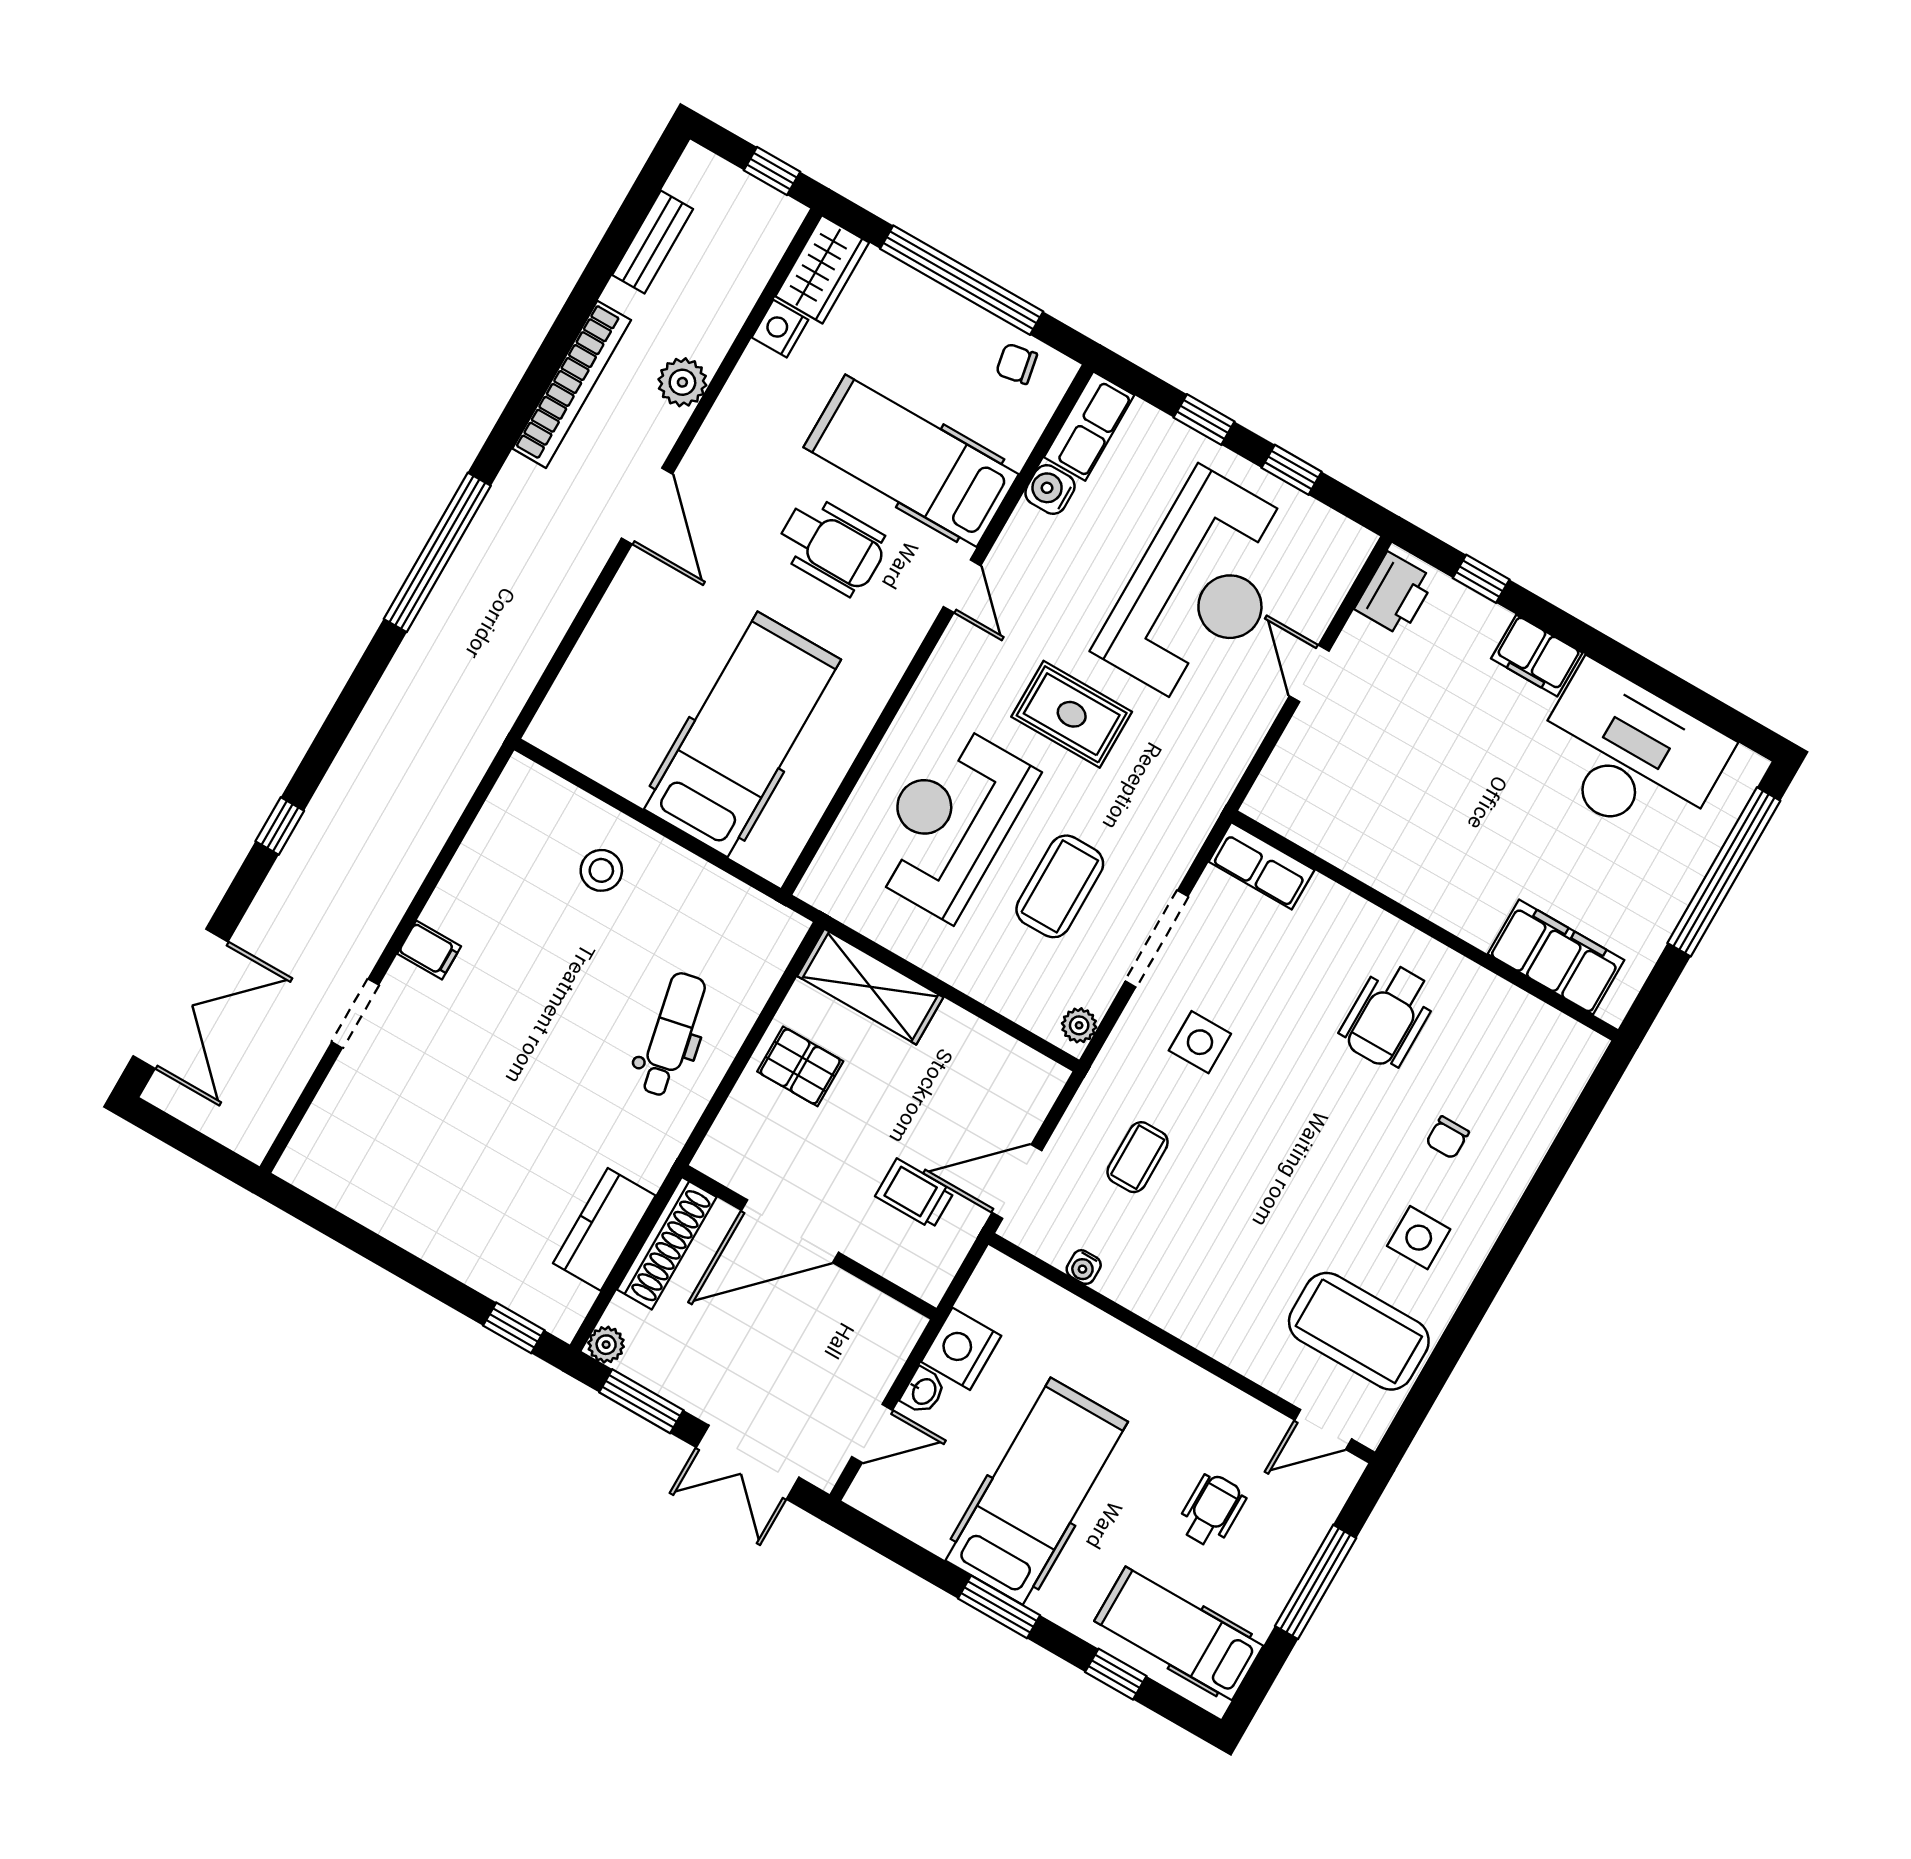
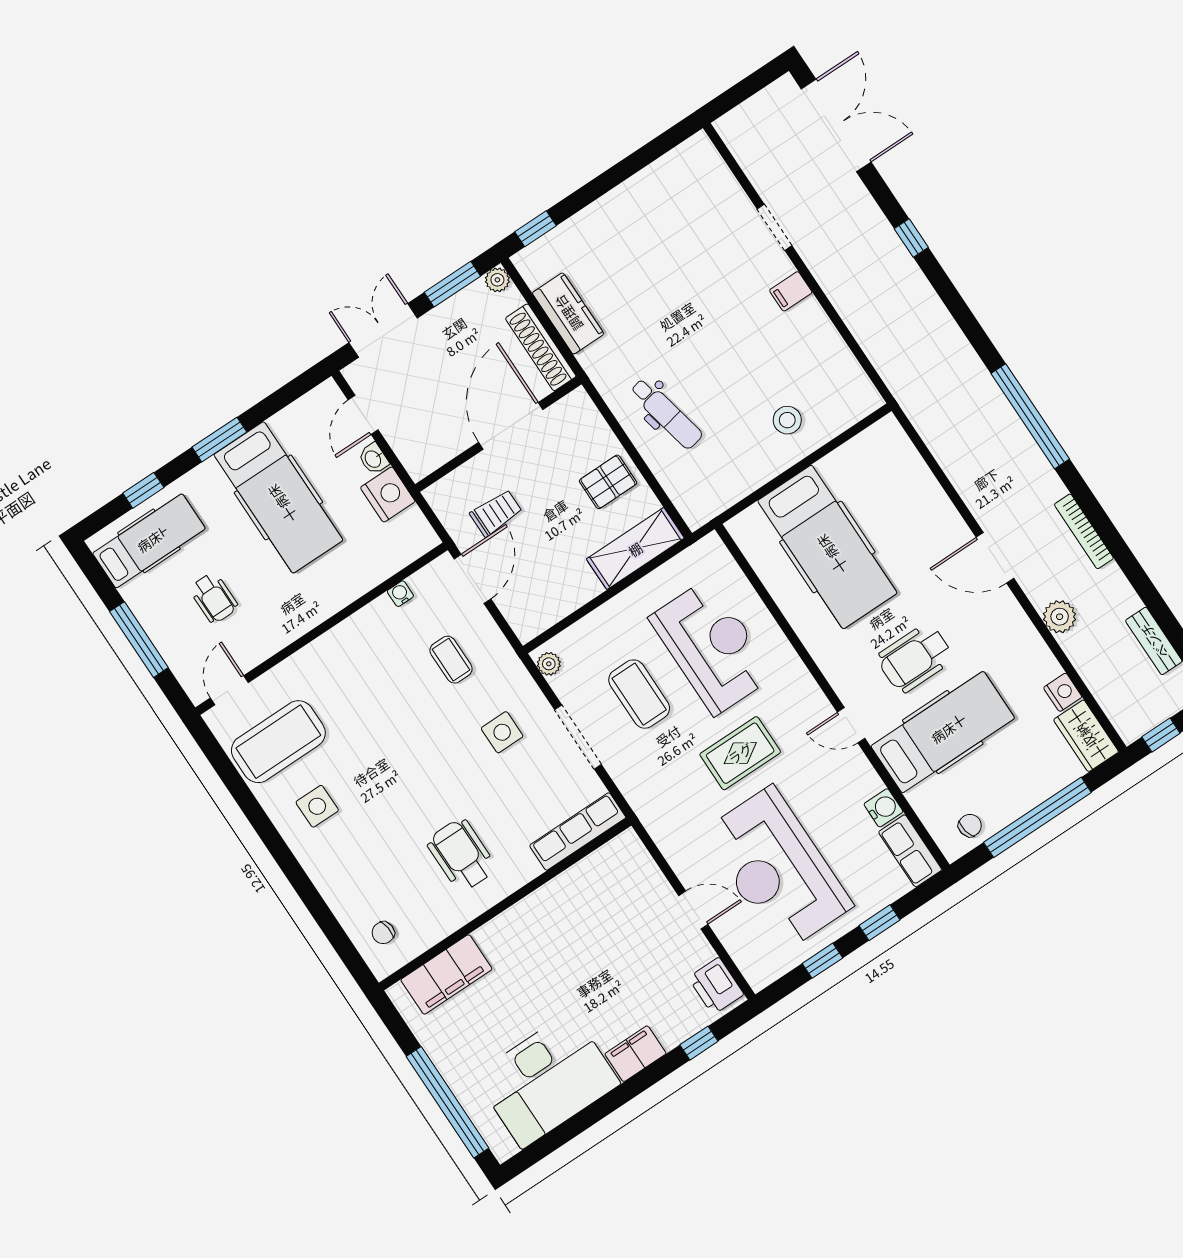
bookcase: (572, 384) -> (1084, 531), width x0.68, depth x0.76
row of seats: (1262, 866) -> (578, 832), width x1.48
double door: (181, 999) -> (836, 125), swing flipped
chair: (1447, 1138) -> (383, 933), moved, turned -96

